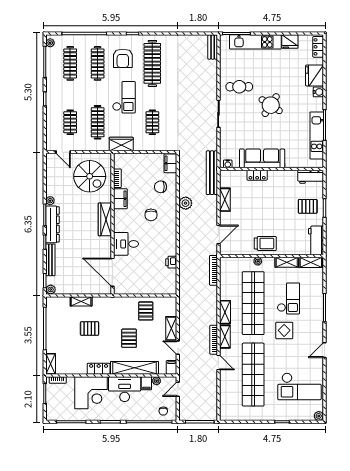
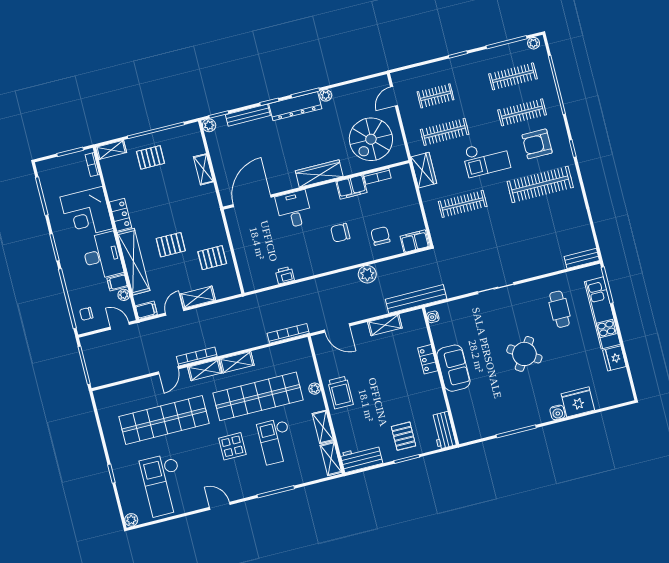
locker: (318, 47) -> (617, 397), removed
cafe table: (239, 87) -> (560, 309), moved
clothes rail: (152, 122) -> (463, 204), width x1.36
kitchen unit: (317, 135) -> (500, 425), removed
sofa: (262, 158) -> (453, 368), width x0.73
checkout: (288, 298) -> (276, 441), turned 90
pallet: (90, 329) -> (150, 157), moved, turned 90

